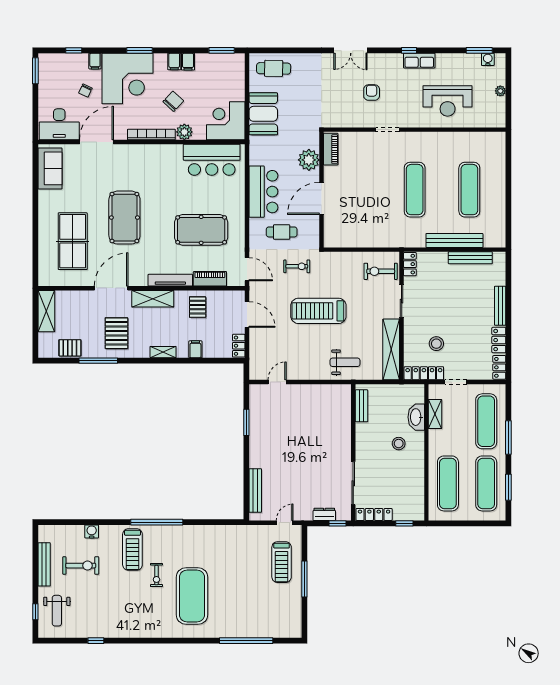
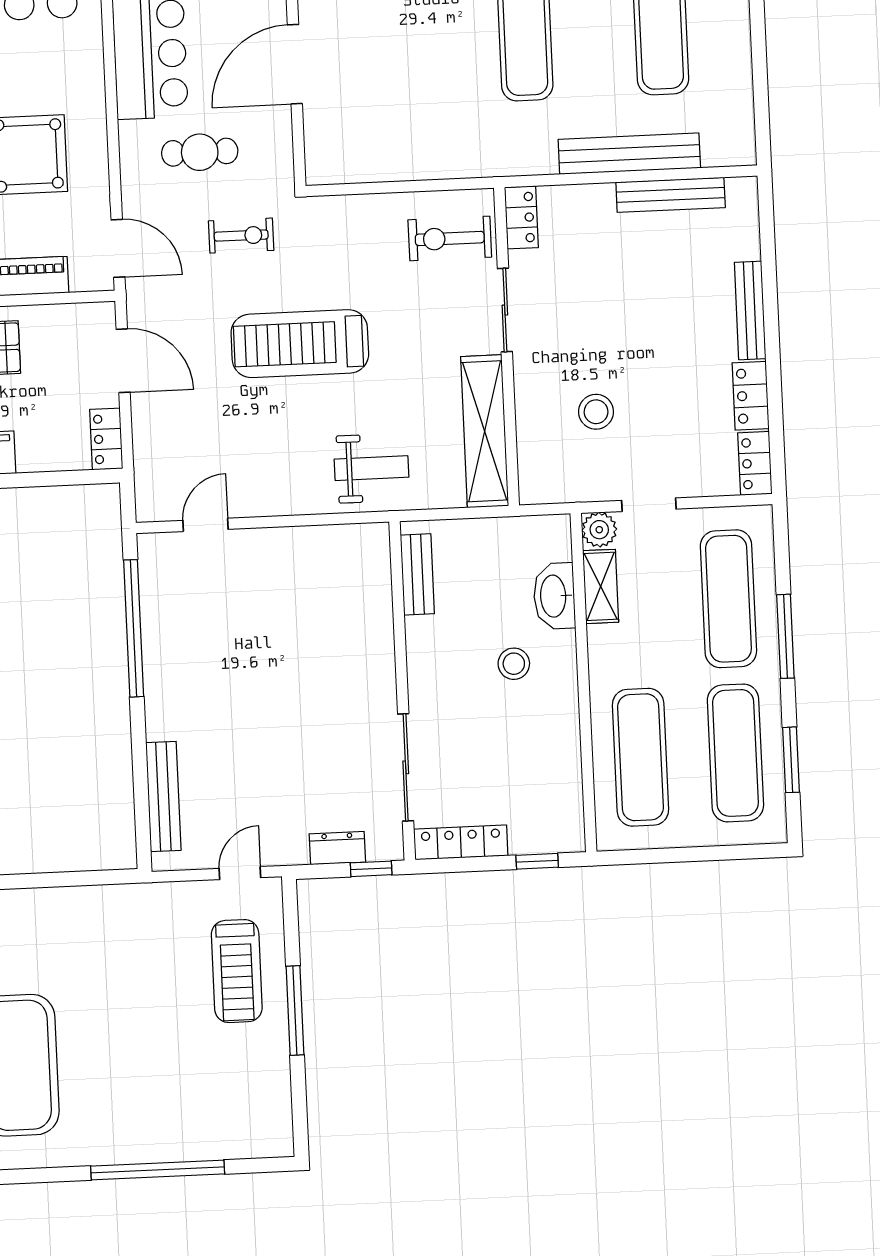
locker: (424, 373) -> (568, 487), removed
plant: (435, 391) -> (599, 530), added
window: (246, 422) -> (134, 628), width x2.11

